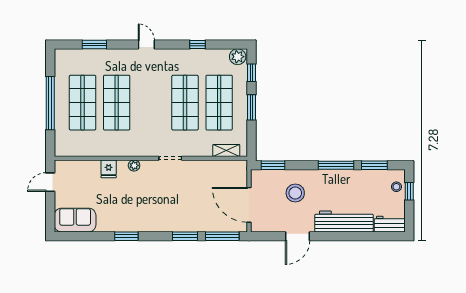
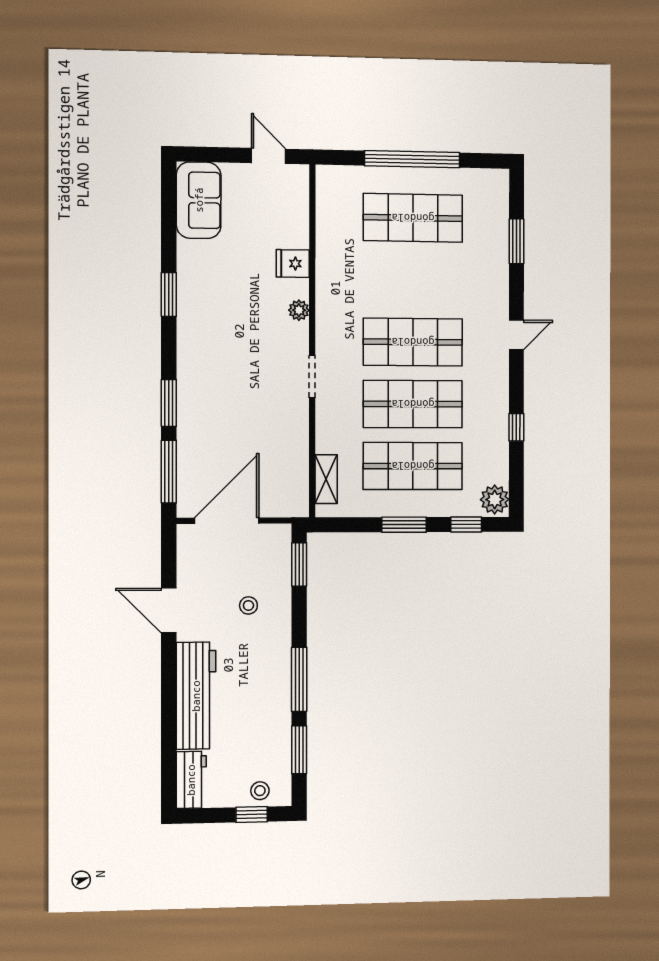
shop shelf: (117, 103) -> (413, 342), moved
stool: (295, 193) -> (248, 605), width x0.53, depth x0.53

